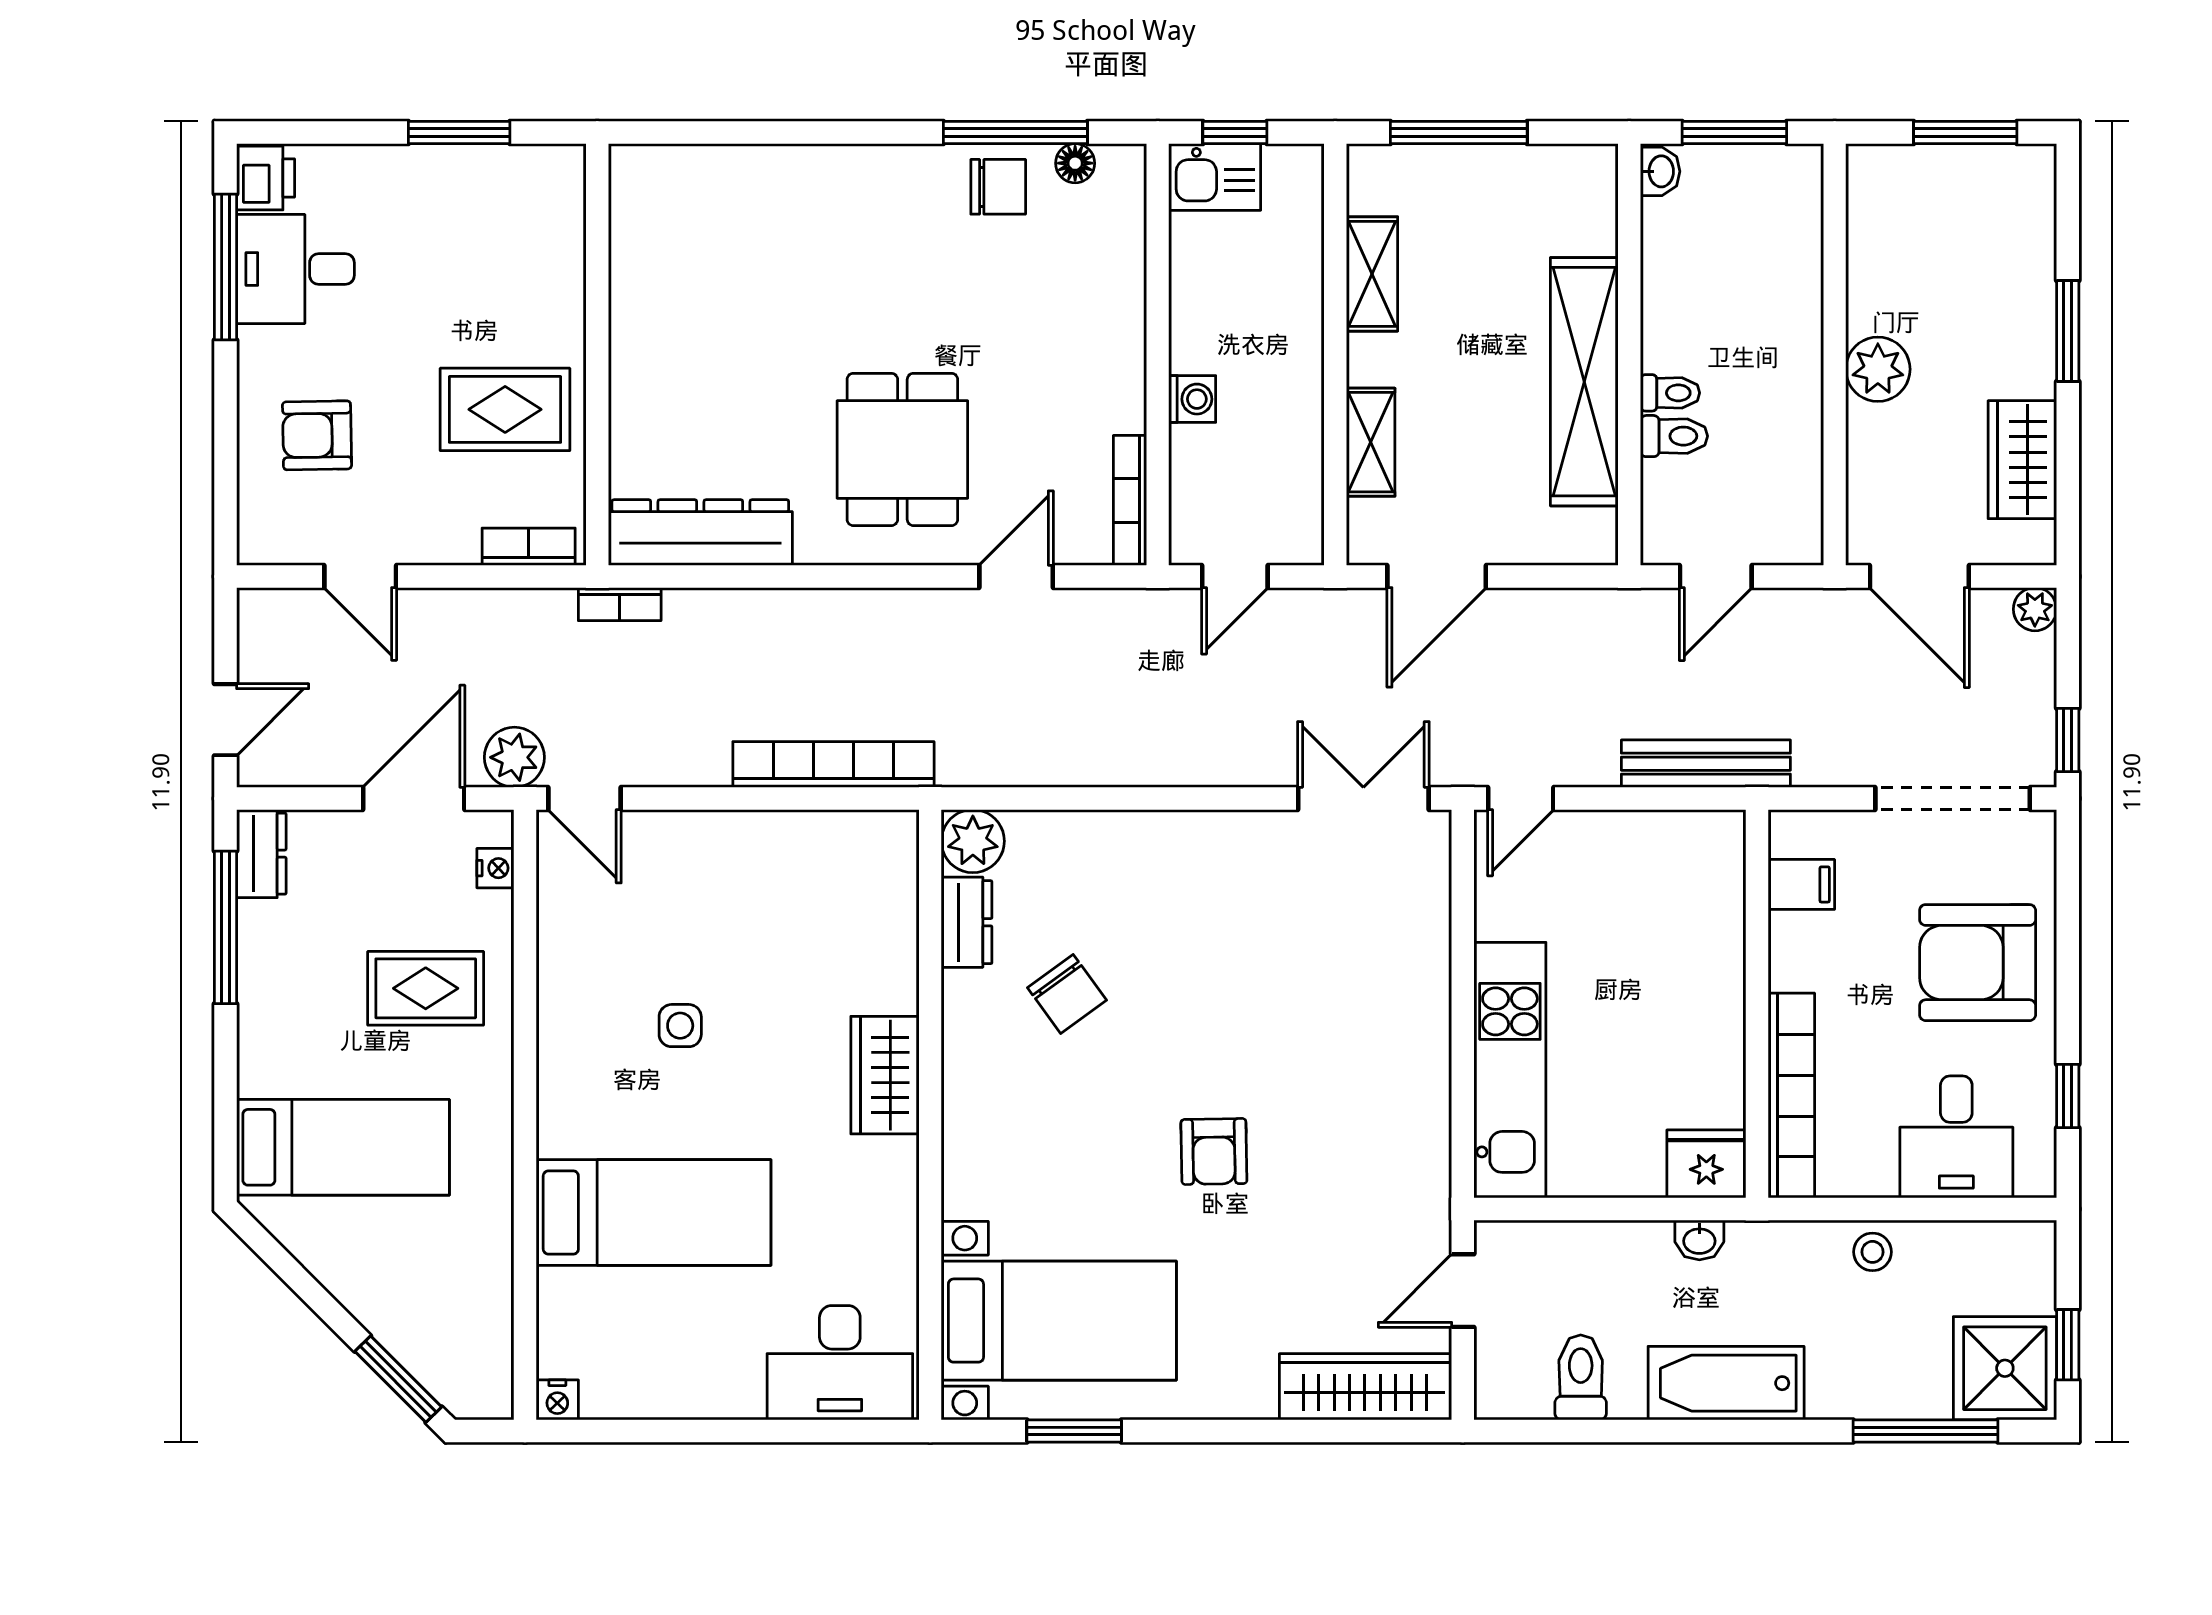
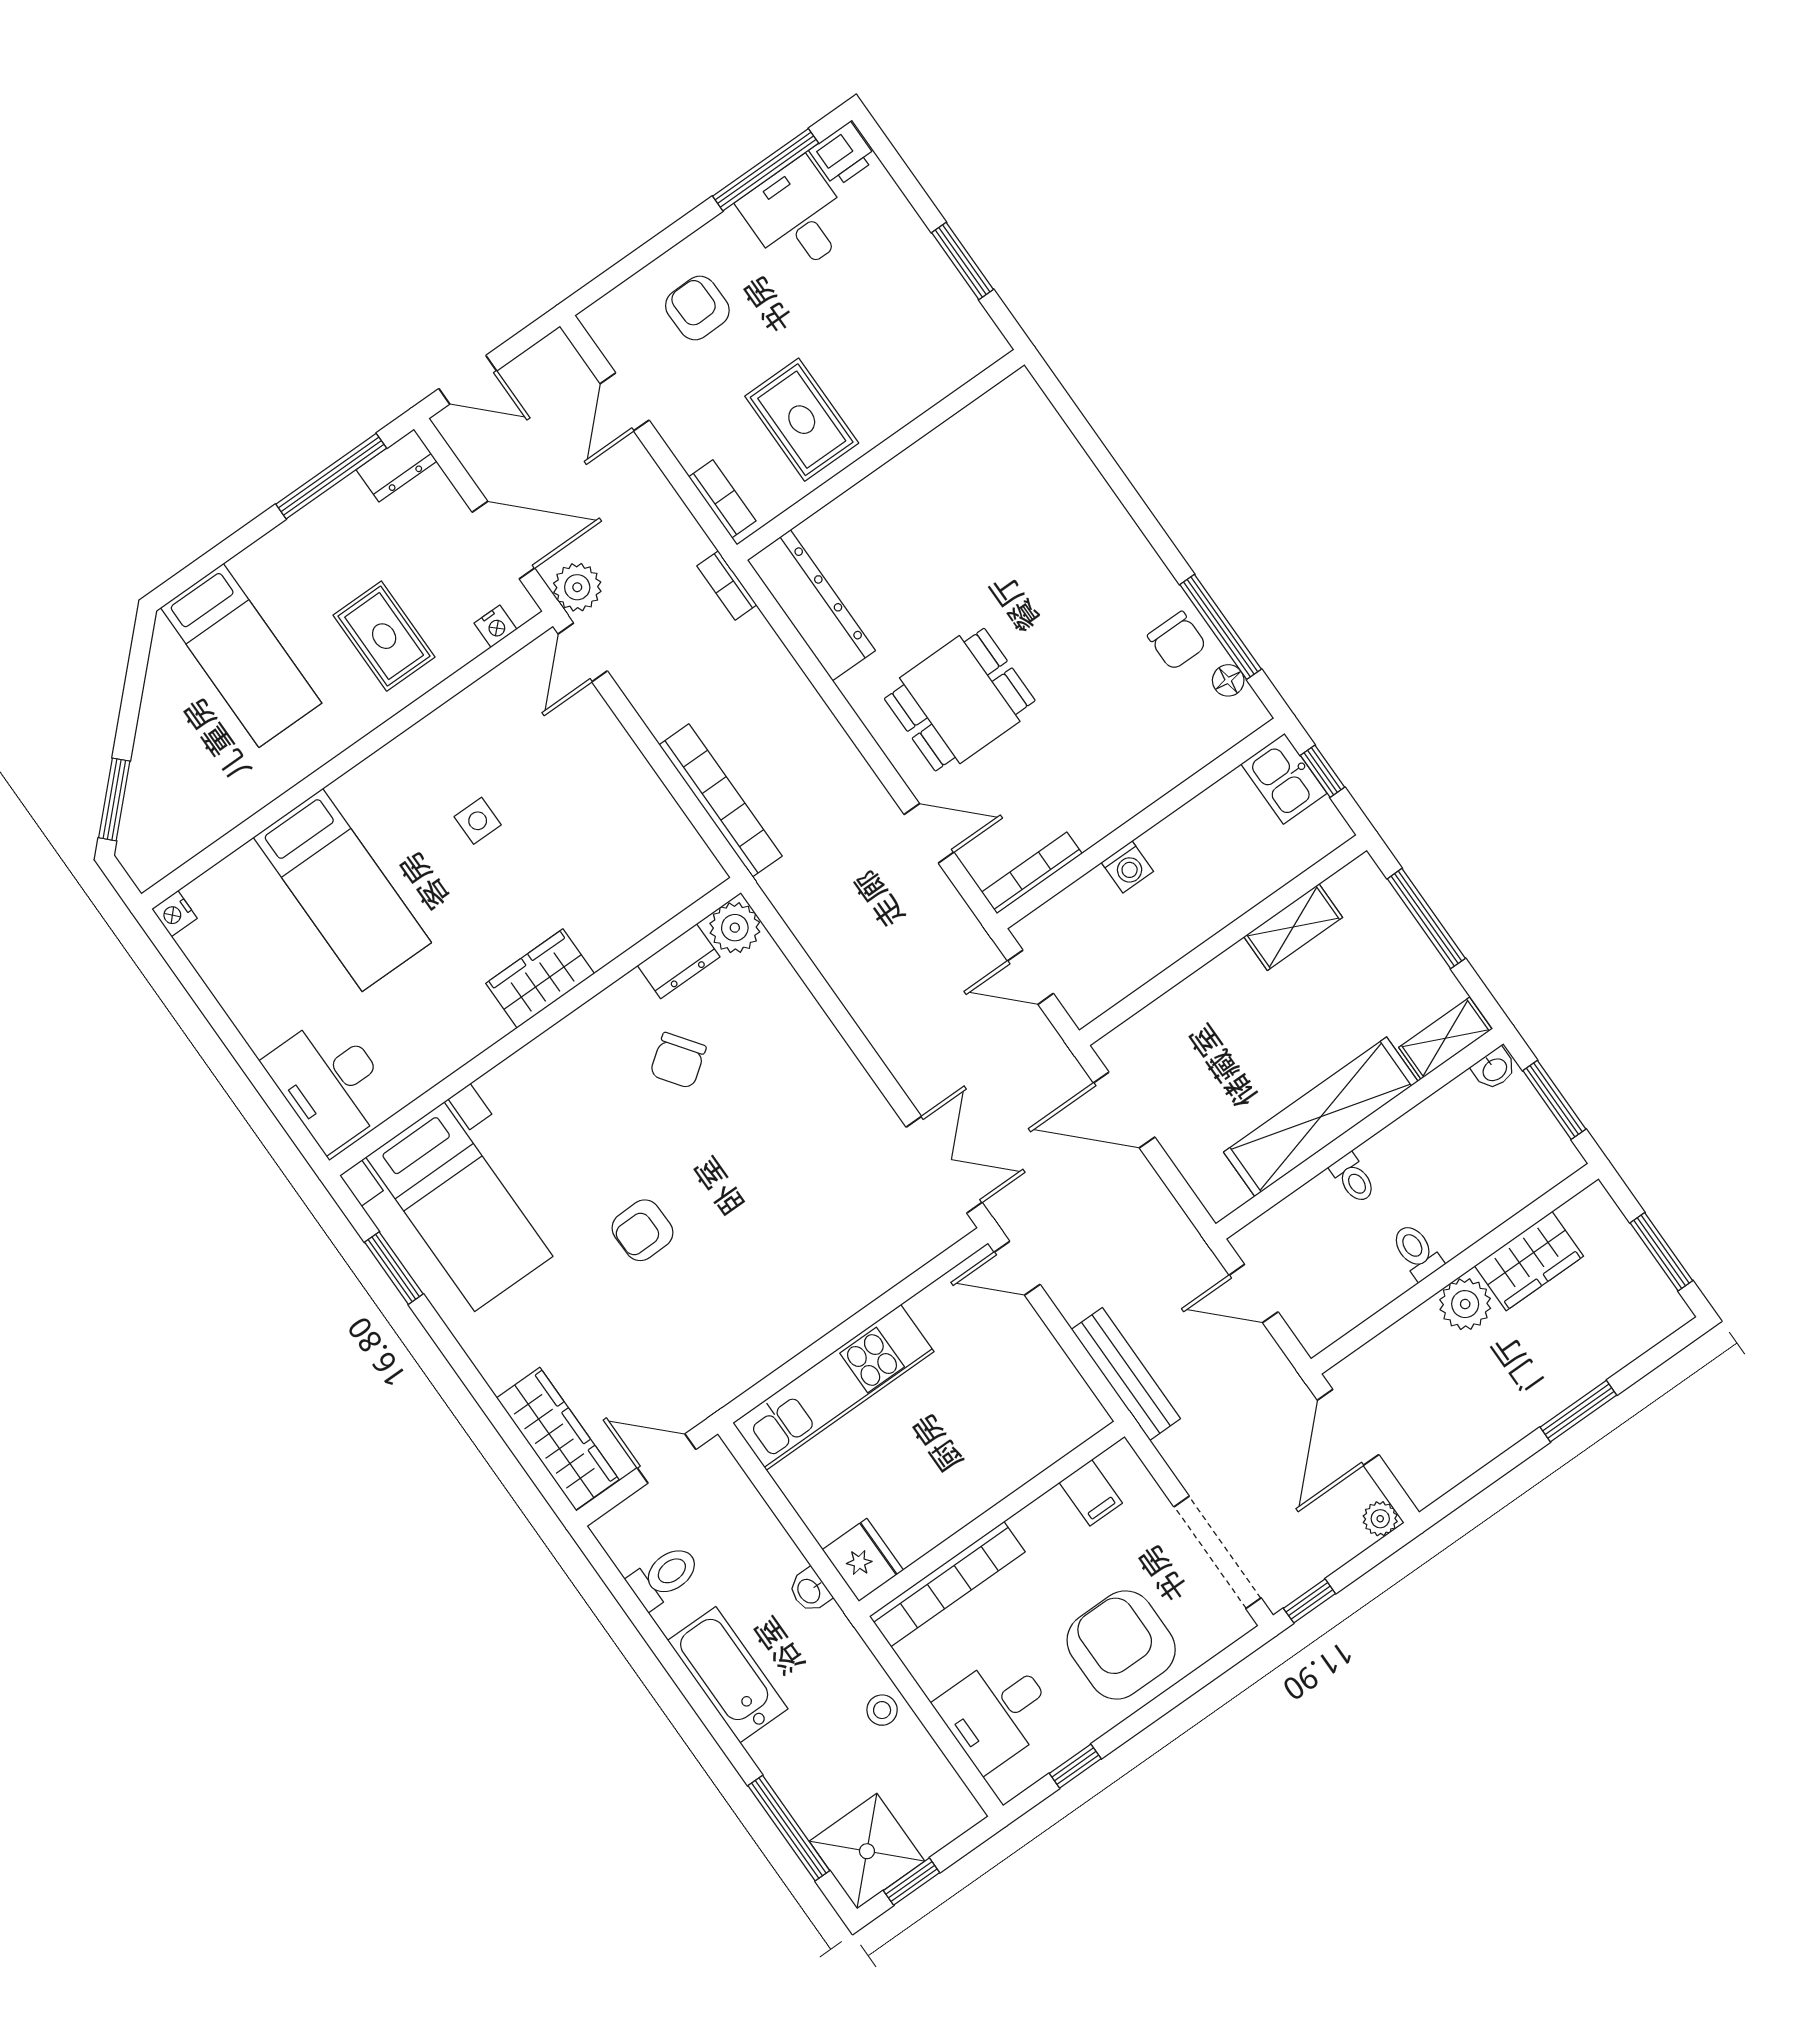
toilet: (1674, 436) -> (1417, 1252), moved, turned 180
shelving: (1371, 442) -> (1445, 1038), moved
wardrobe: (2022, 460) -> (1529, 1261), moved, turned 180

